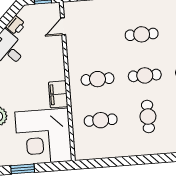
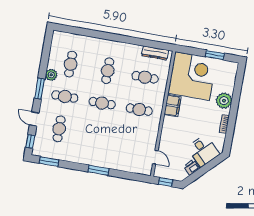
door: (63, 26) -> (155, 157), hinge flipped
cafe table: (142, 34) -> (96, 135), removed
dresser: (96, 153) -> (155, 53), added

